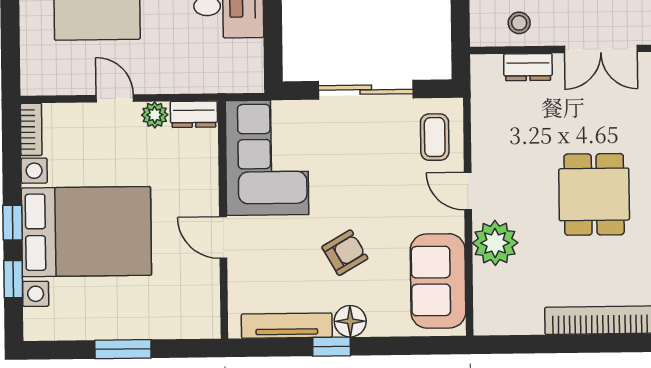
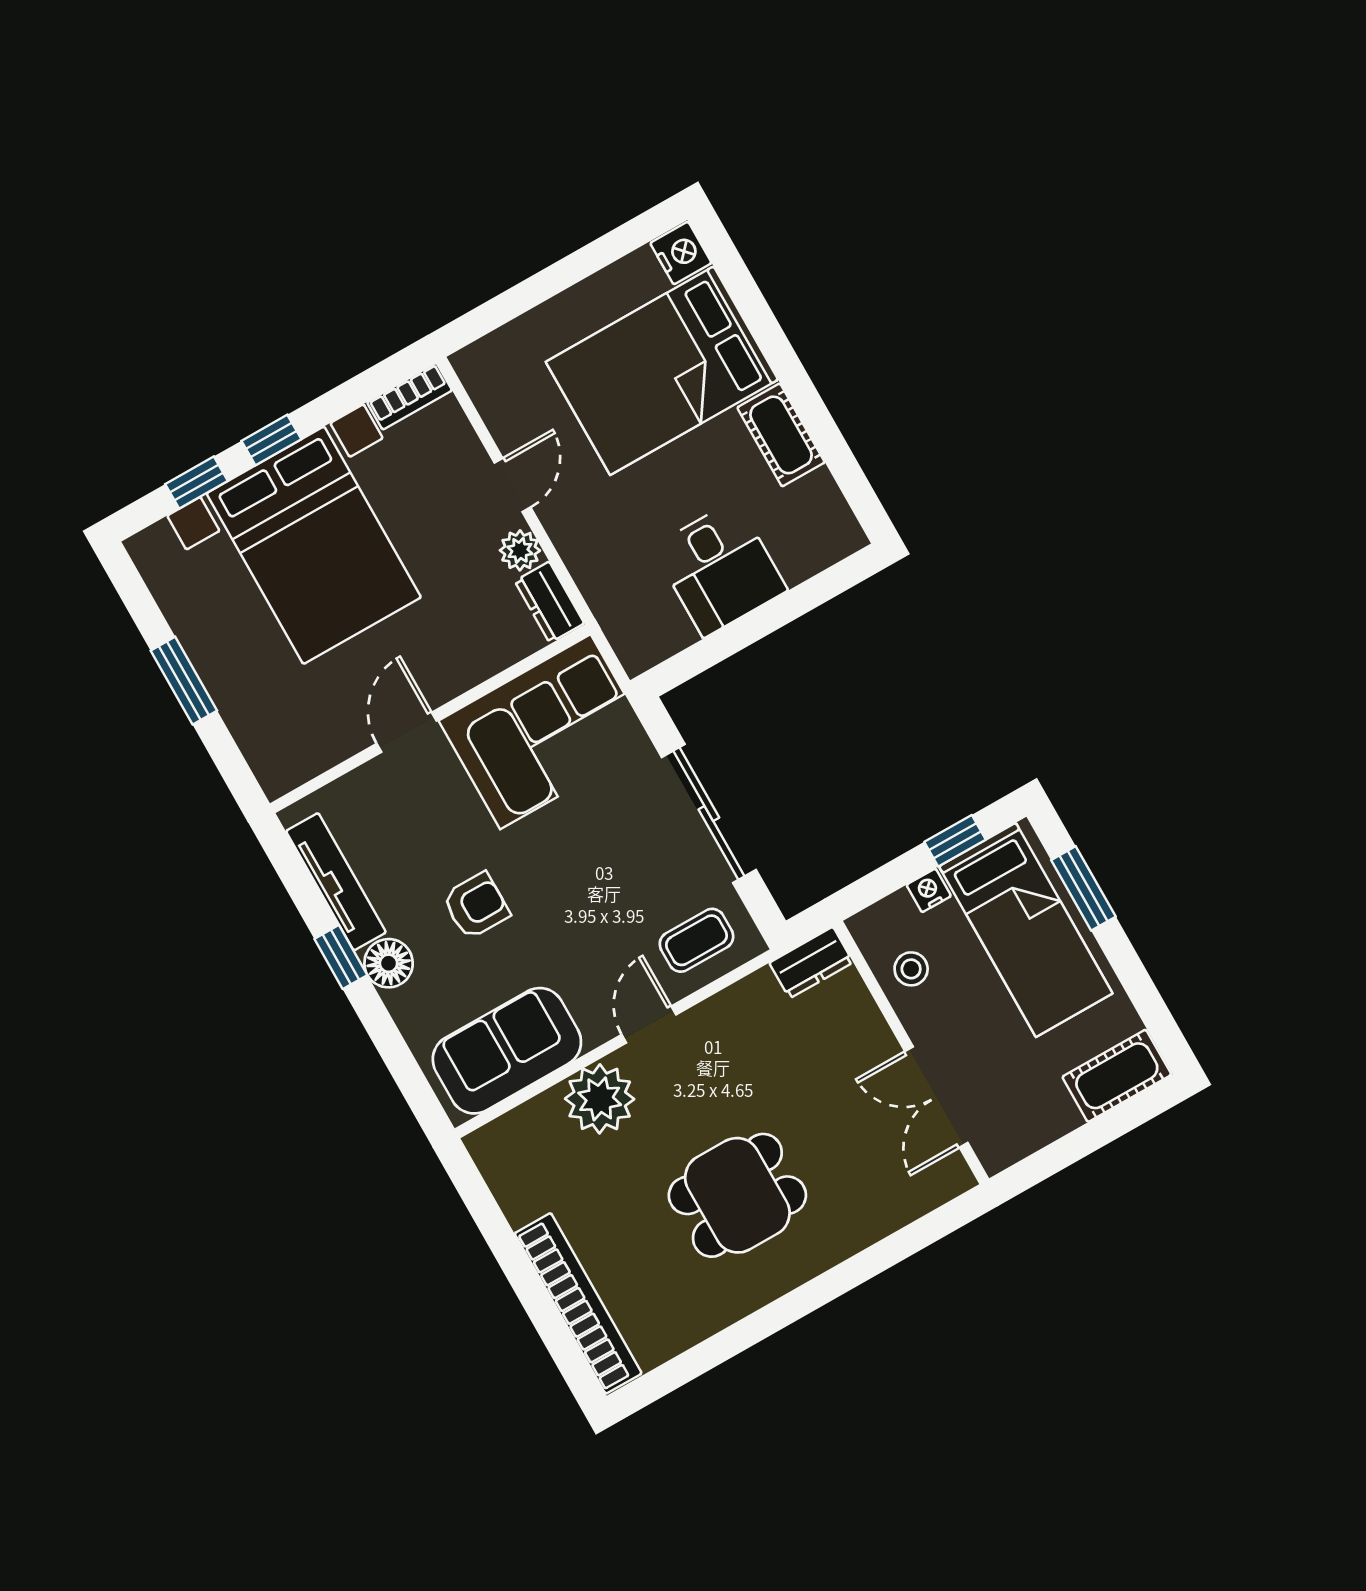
dresser: (528, 67) -> (811, 963), moved, turned -90
armchair: (345, 253) -> (476, 906), turned -60

